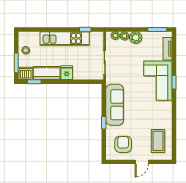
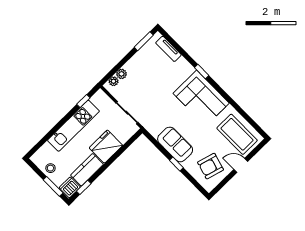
plant: (136, 38) -> (132, 66), removed
fridge: (67, 73) -> (106, 147), width x1.88, depth x1.34
corner sofa: (158, 81) -> (201, 98), moved
sofa: (115, 105) -> (175, 144), width x0.73
coffee table: (158, 141) -> (237, 134), width x1.36, depth x1.32
armchair: (123, 144) -> (211, 166), turned -74
door: (142, 162) -> (241, 165), swing flipped

